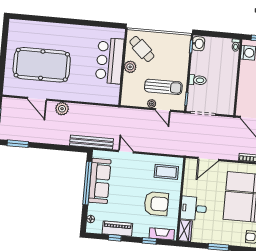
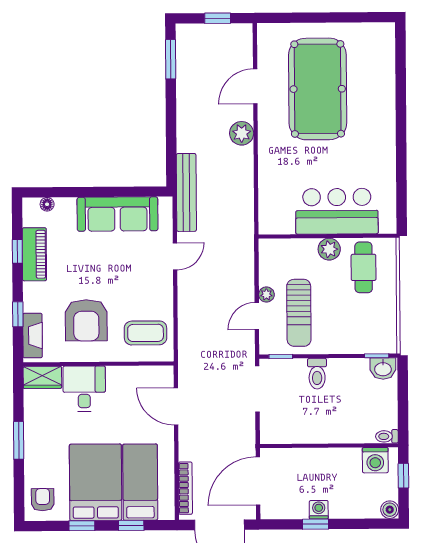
cafe table: (142, 49) -> (364, 267), turned -43
coffee table: (166, 172) -> (146, 333), turned 90
window: (87, 183) -> (111, 192), removed

